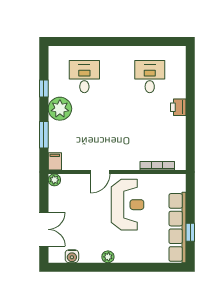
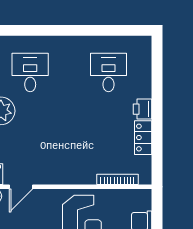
locker: (179, 131) -> (143, 138), added
door: (100, 172) -> (21, 187), moved

